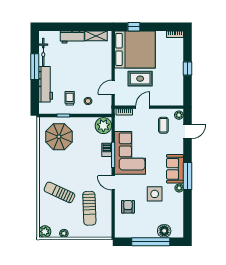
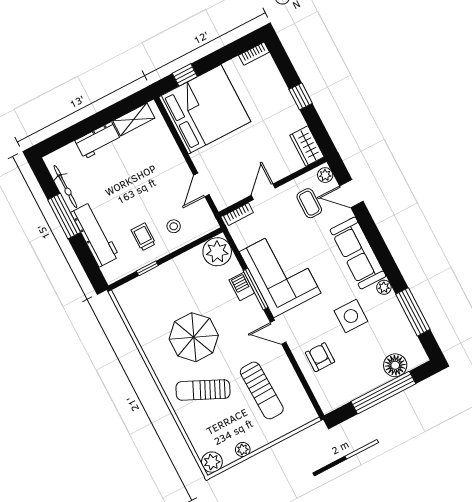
rug: (140, 79) -> (236, 150), removed
wardrobe: (177, 95) -> (307, 146), added
door: (187, 132) -> (351, 194), swing flipped
parasol: (59, 137) -> (194, 337), moved
sofa: (175, 169) -> (358, 253), width x1.36
window: (187, 176) -> (413, 312), moved

